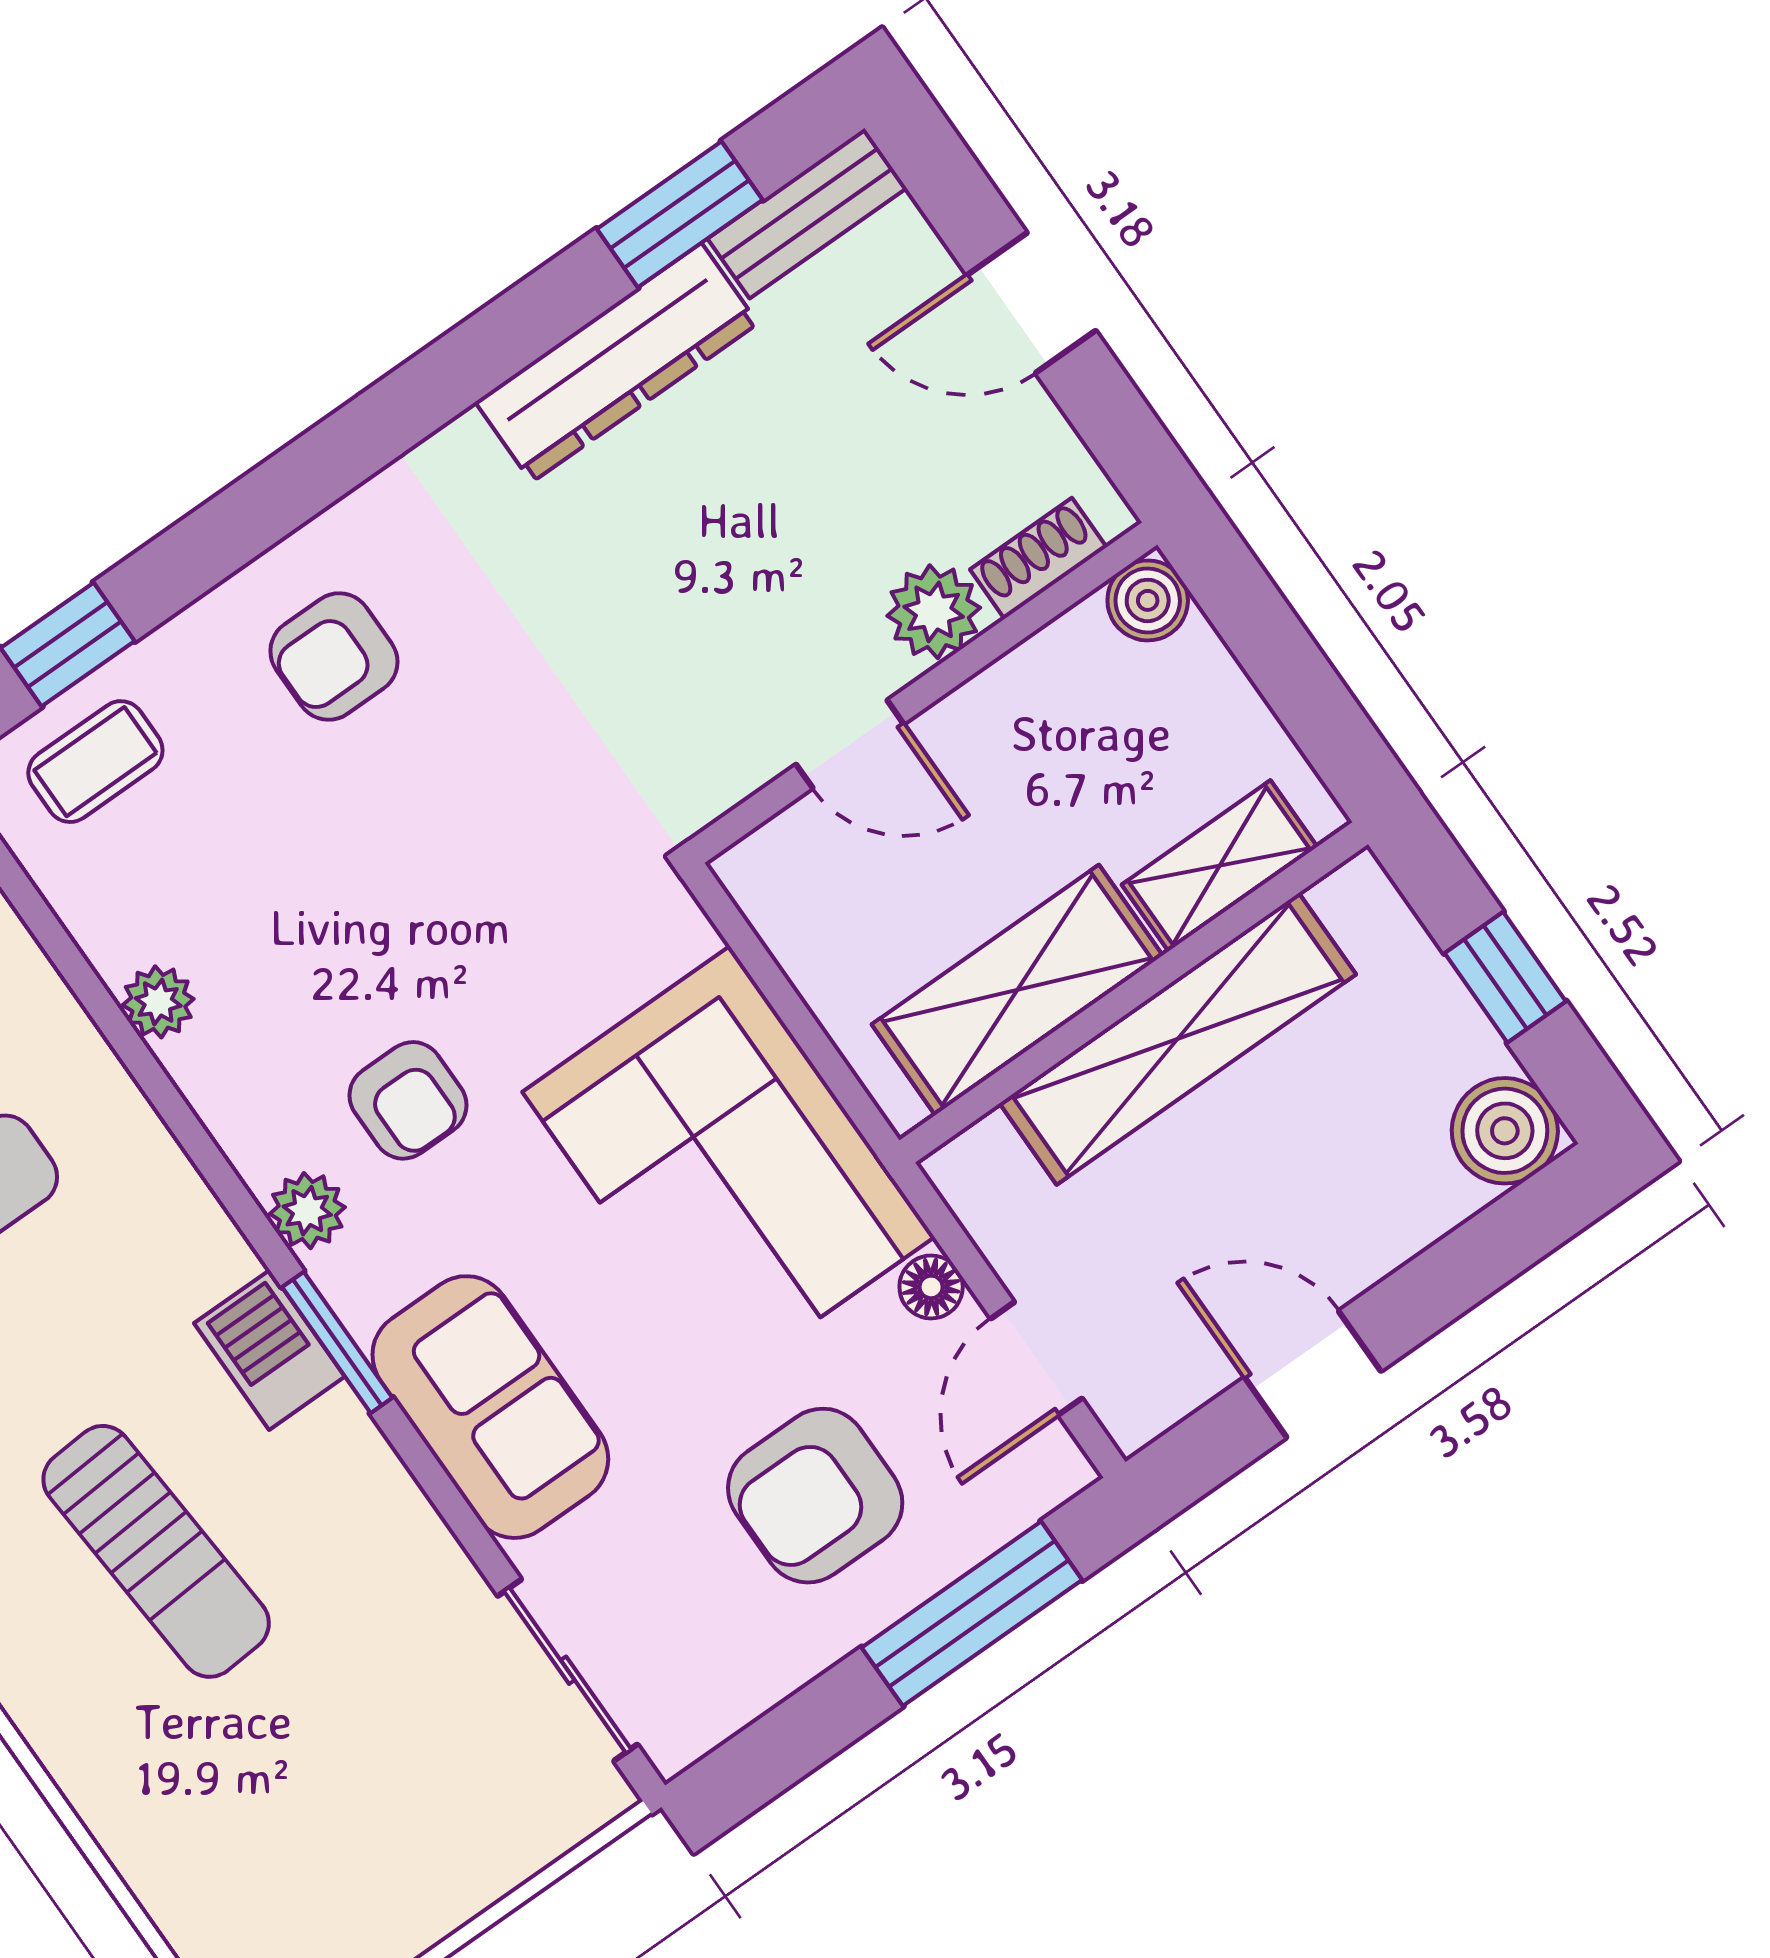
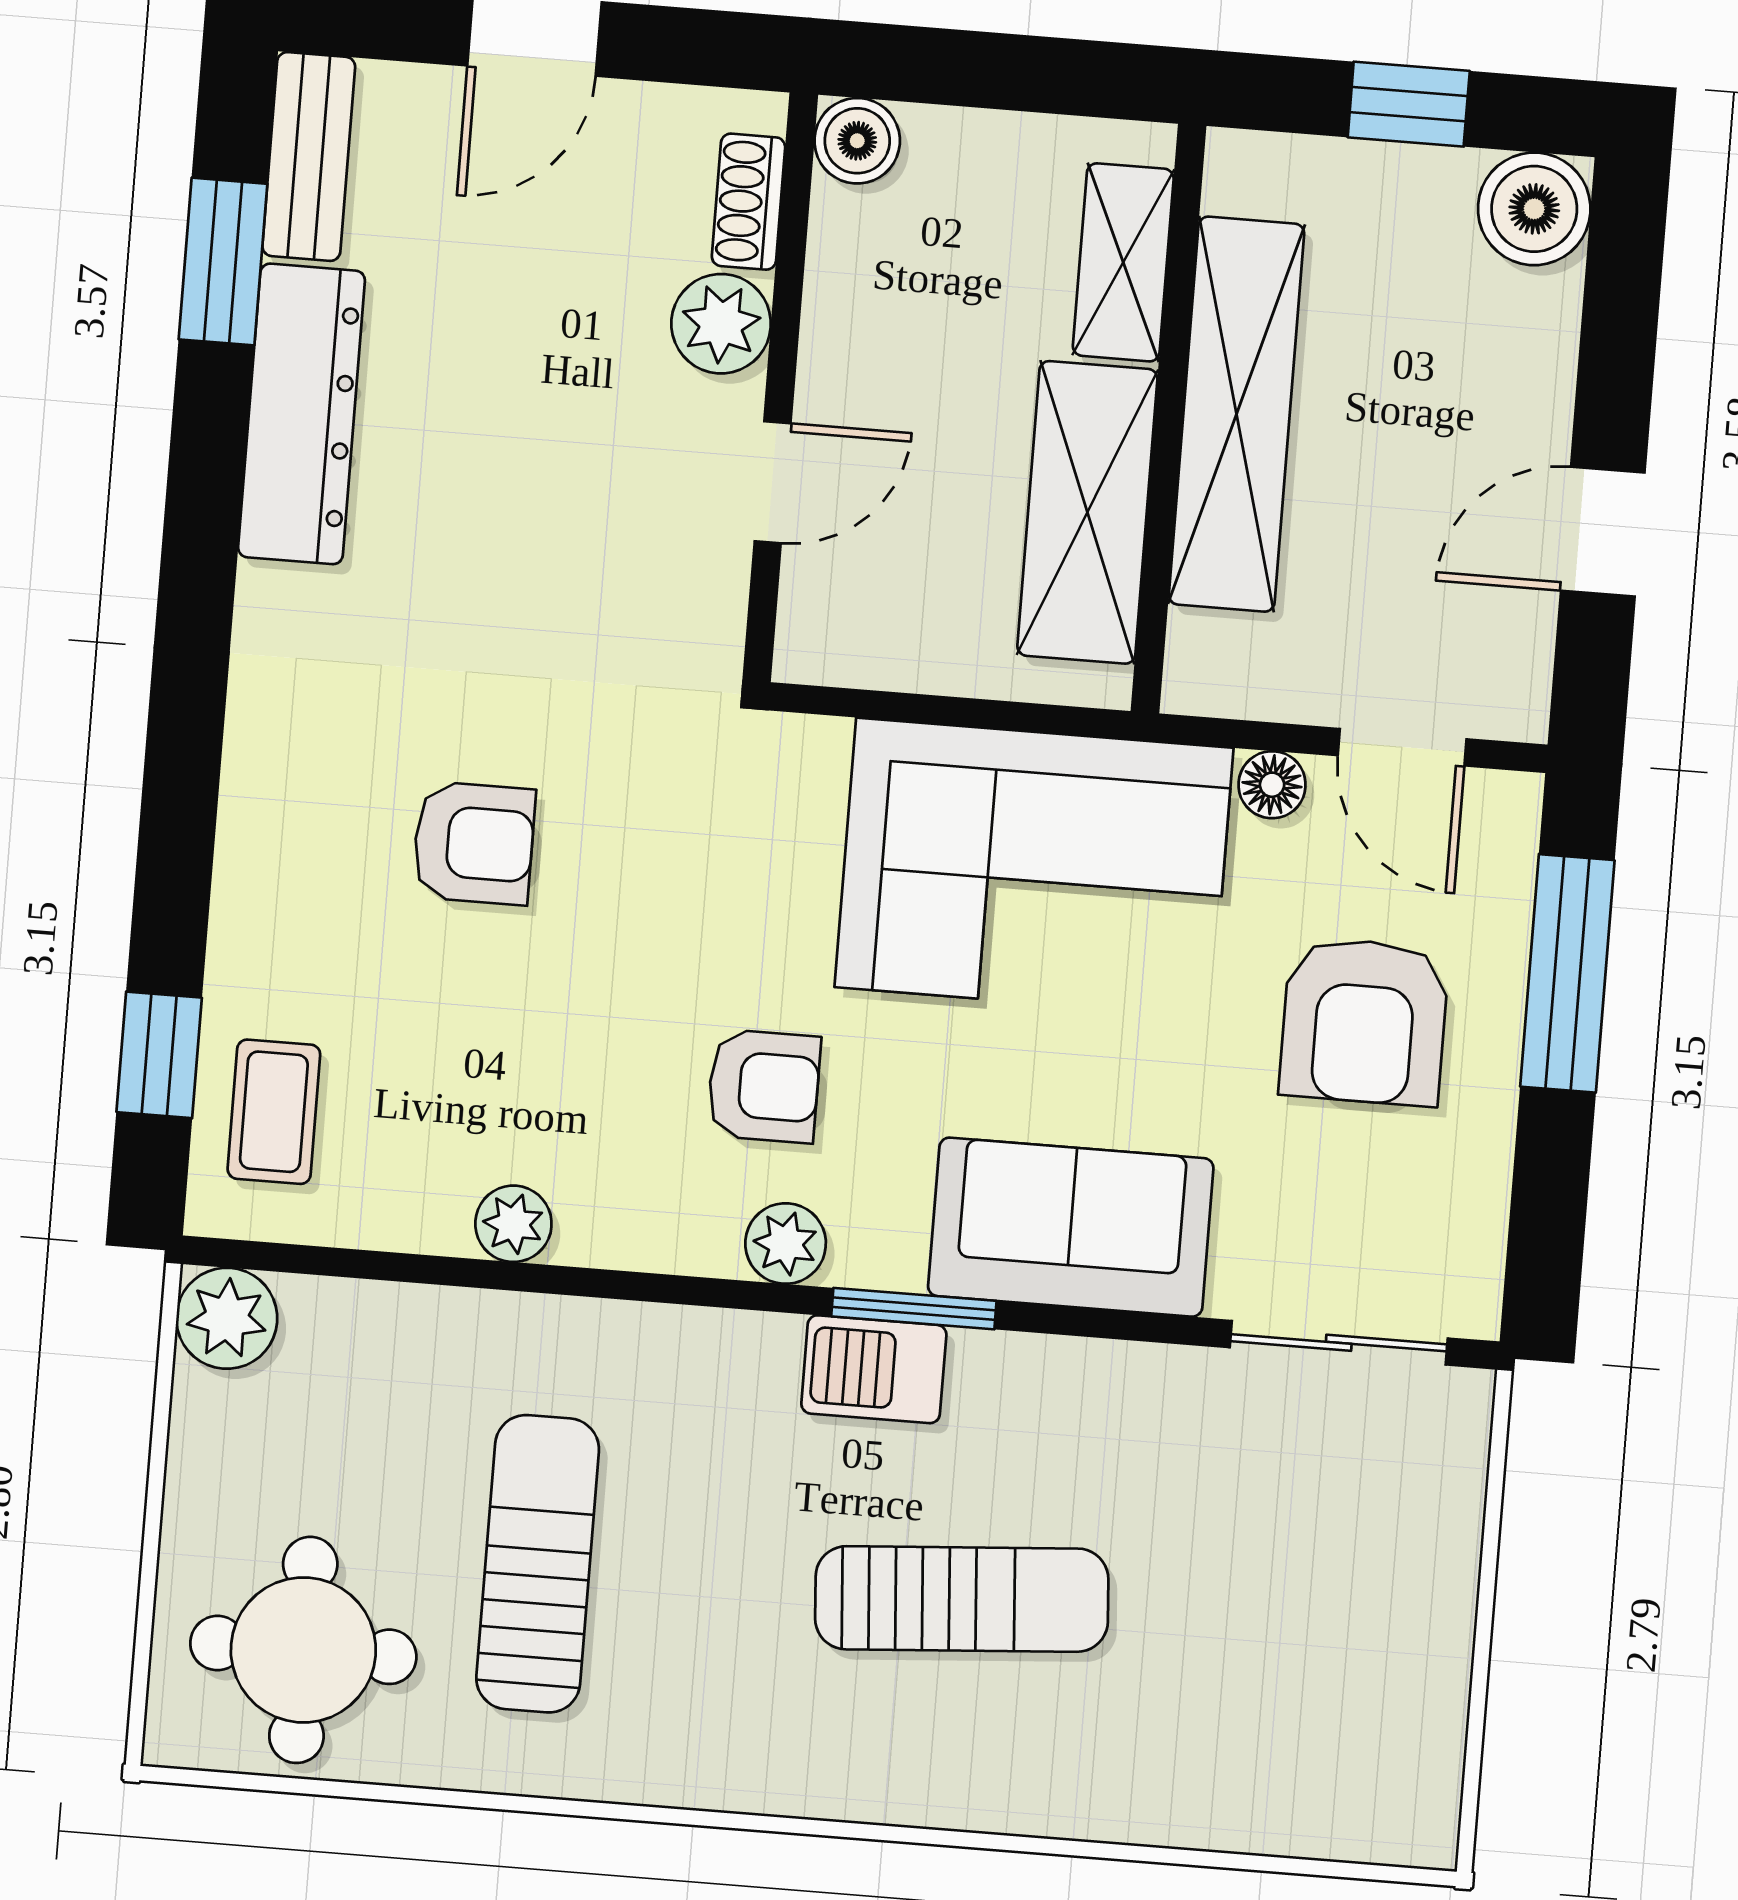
armchair: (334, 656) -> (474, 843), moved, turned -90

